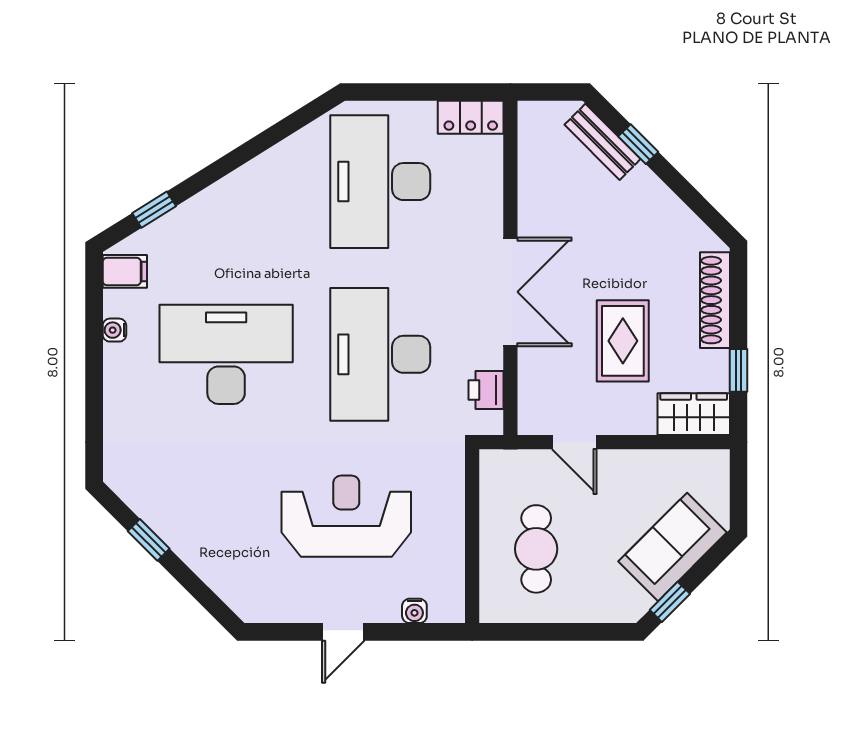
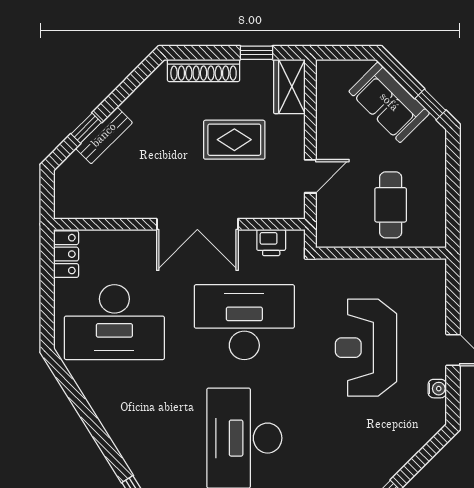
bench: (603, 142) -> (104, 135), moved
double door: (510, 292) -> (197, 224), swing flipped
desk: (380, 354) -> (244, 322), turned 180
cafe table: (536, 549) -> (391, 205), turned 90
water cooler: (414, 611) -> (437, 389), moved

